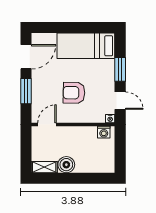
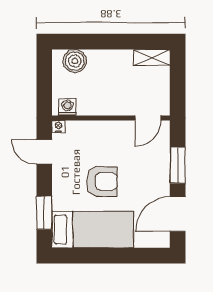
window: (120, 69) -> (44, 213), moved
armchair: (74, 93) -> (102, 181), moved
boiler: (66, 165) -> (75, 61), moved

